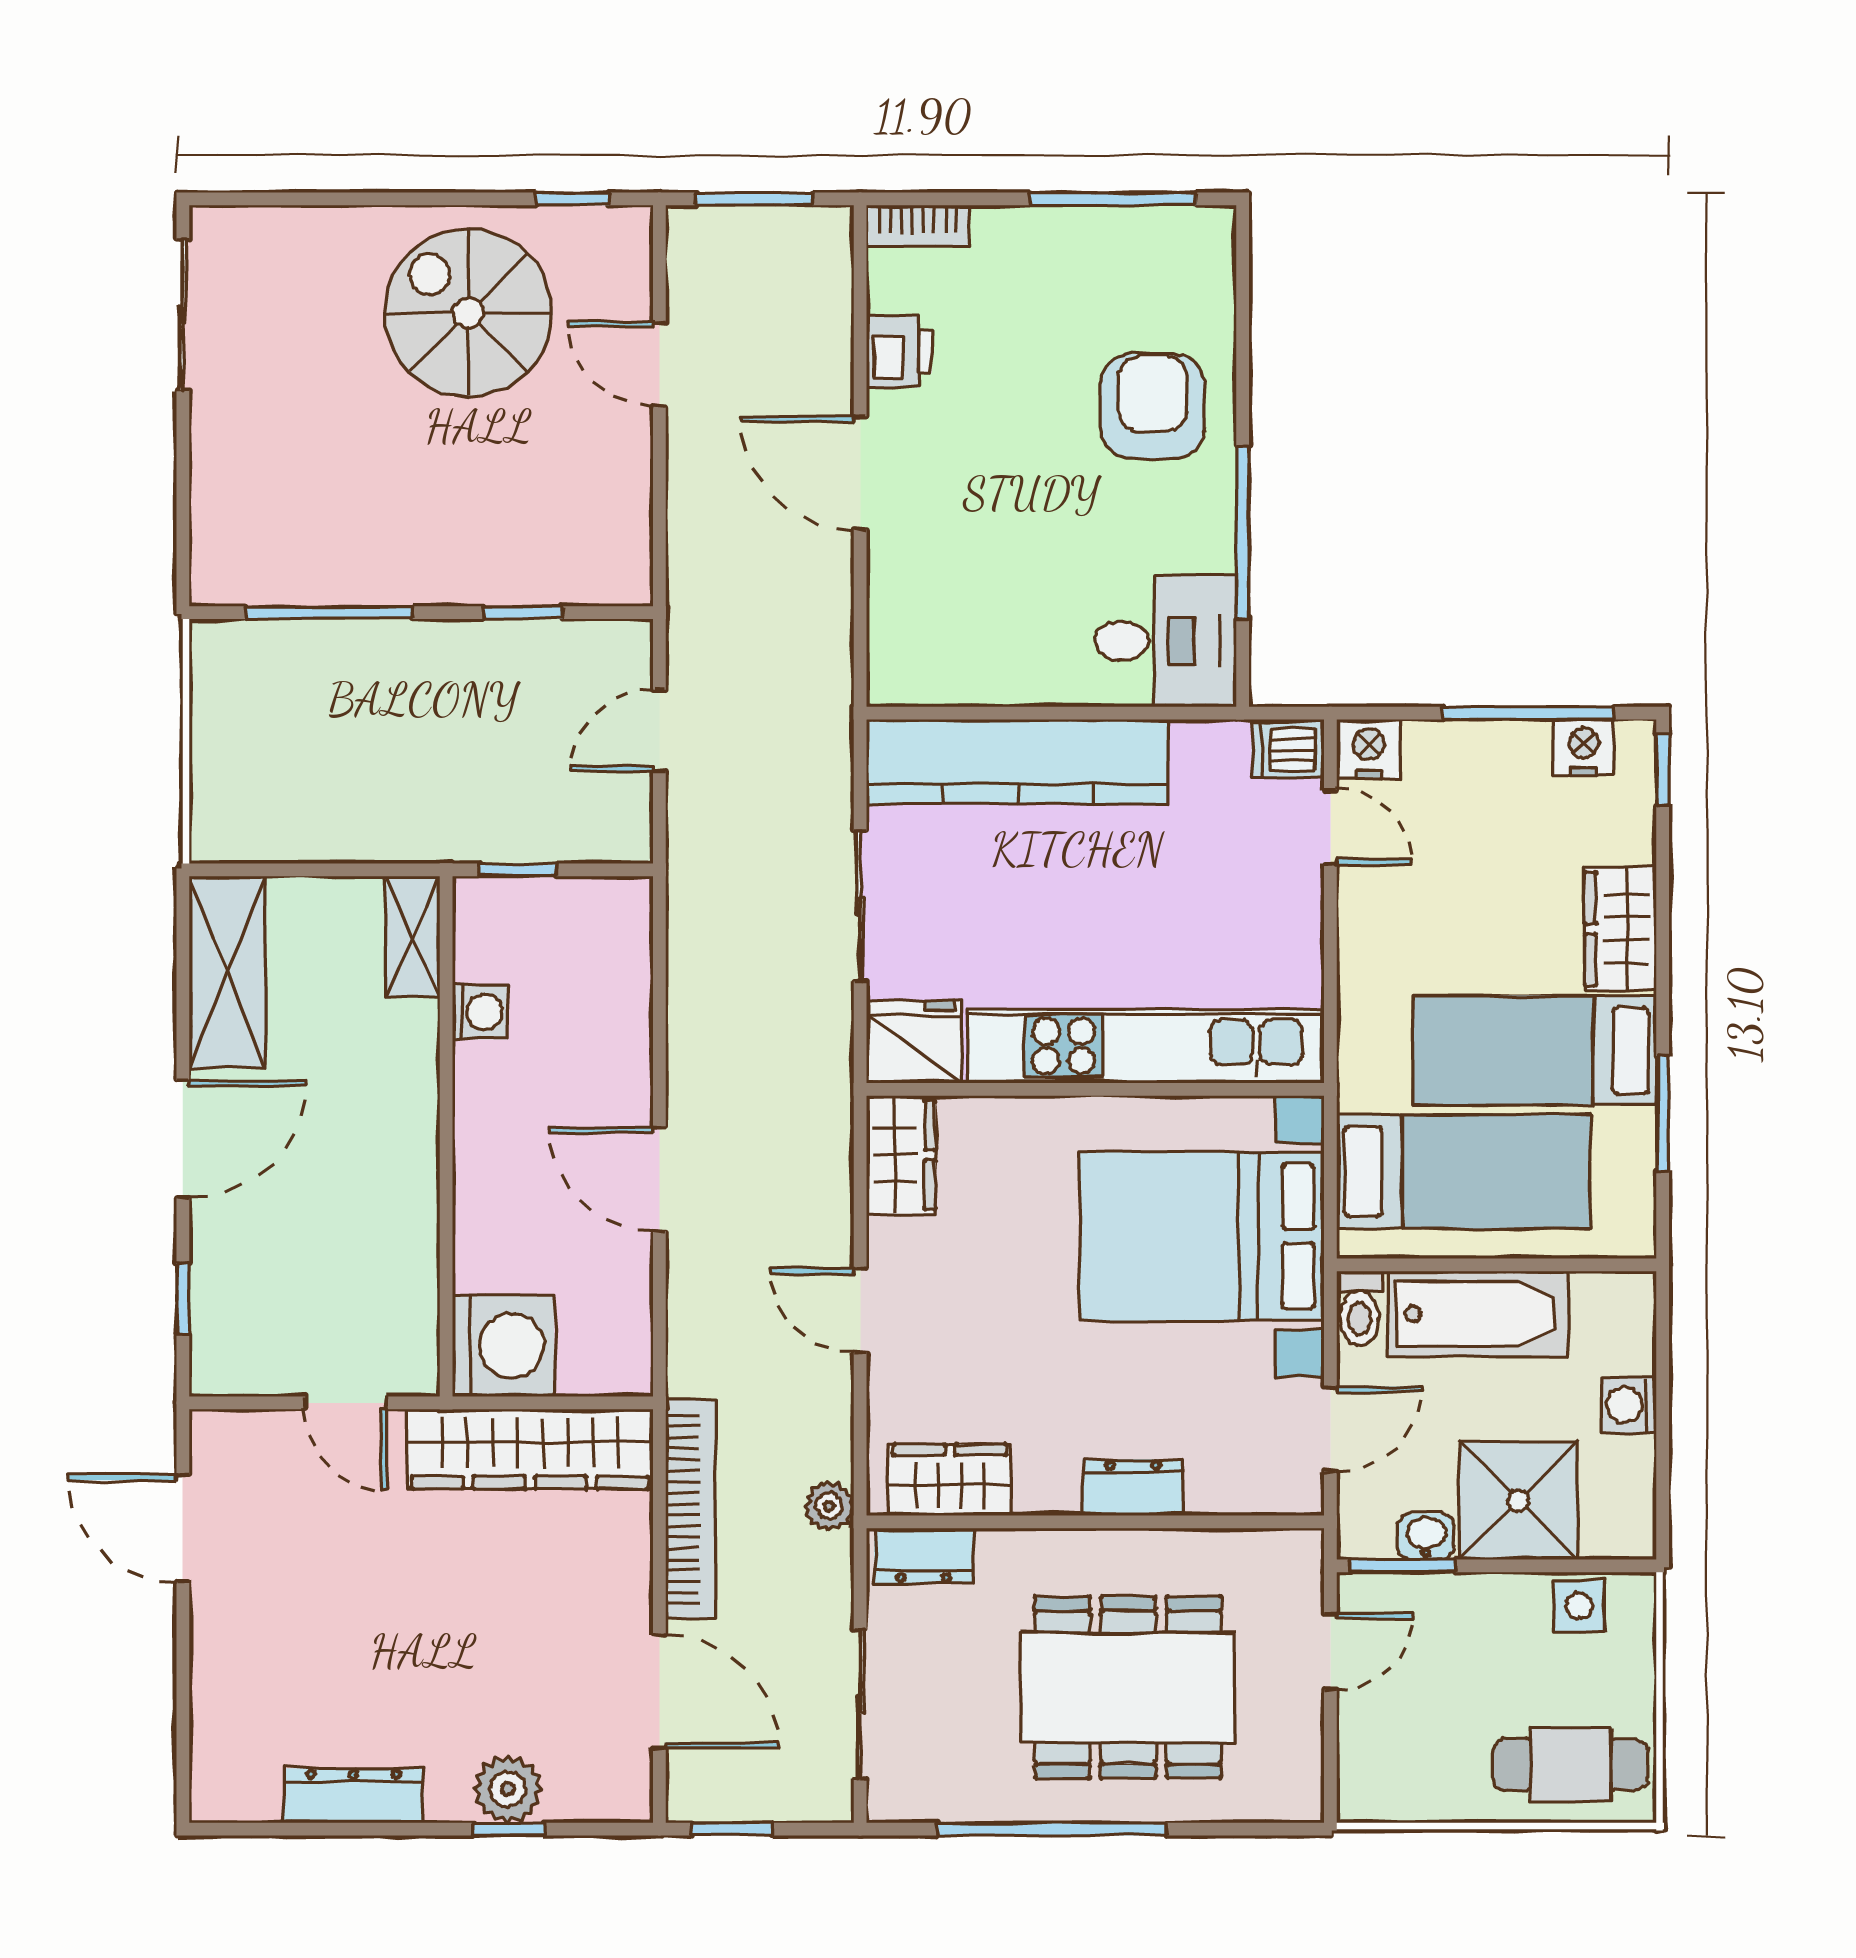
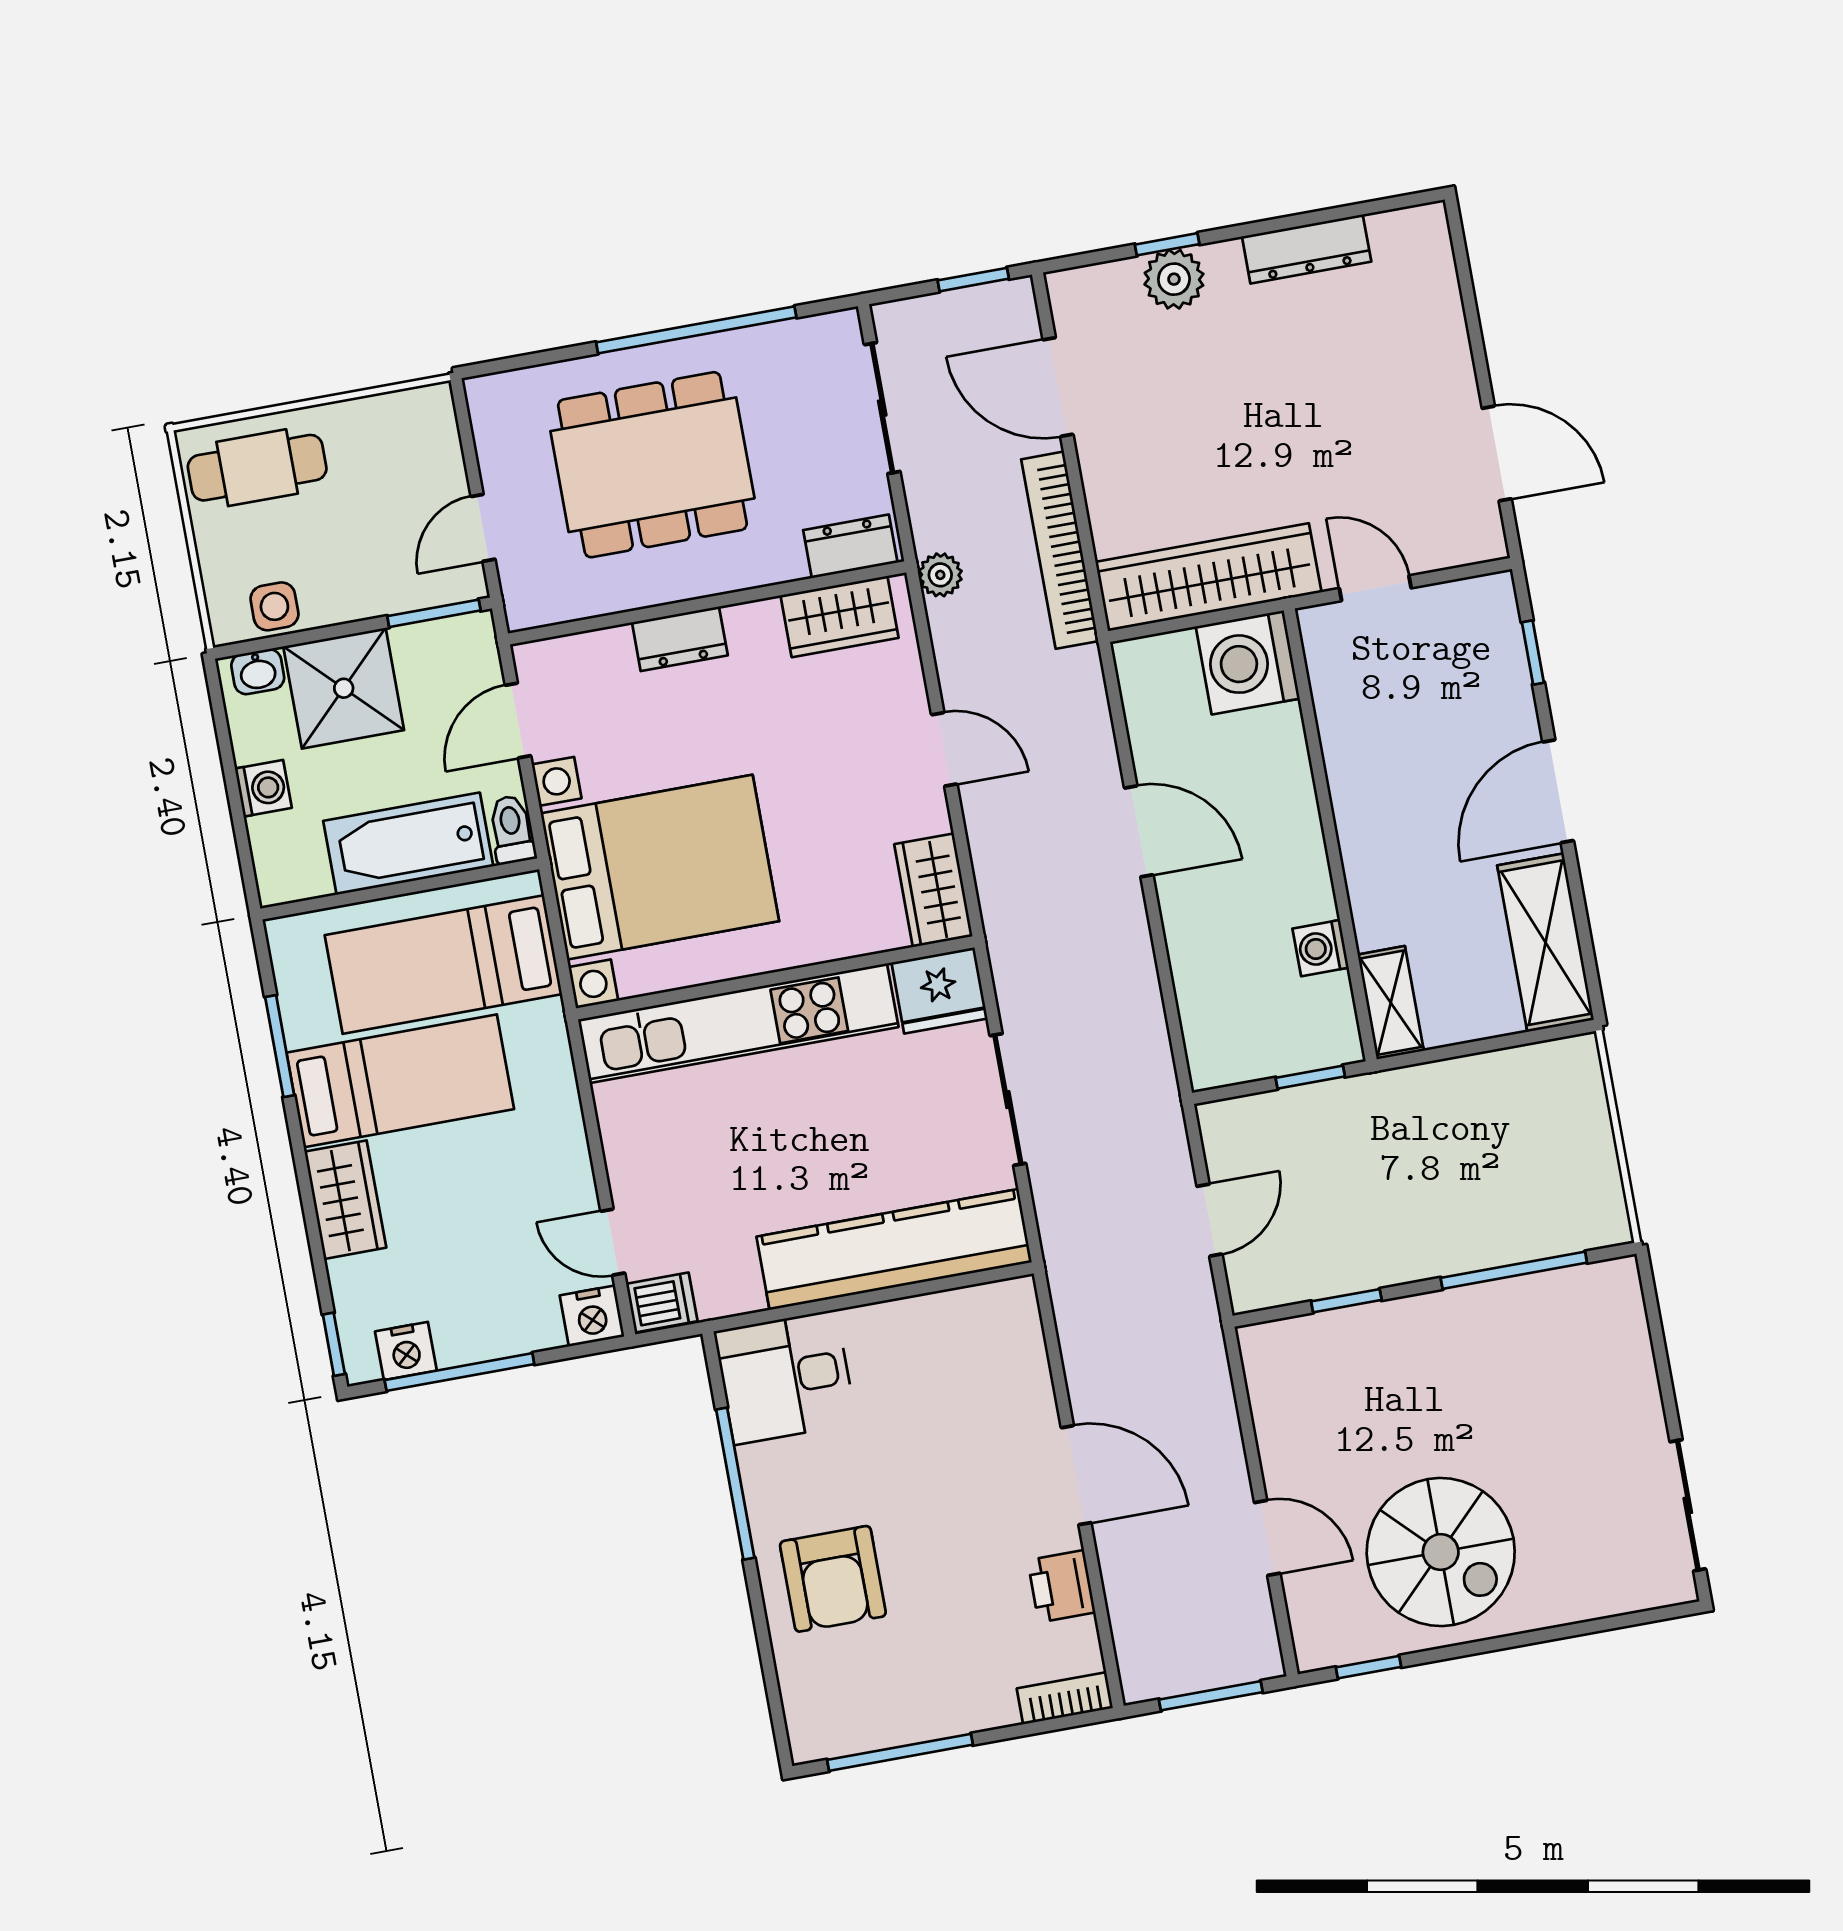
washbasin: (1426, 1536) -> (258, 672), moved

